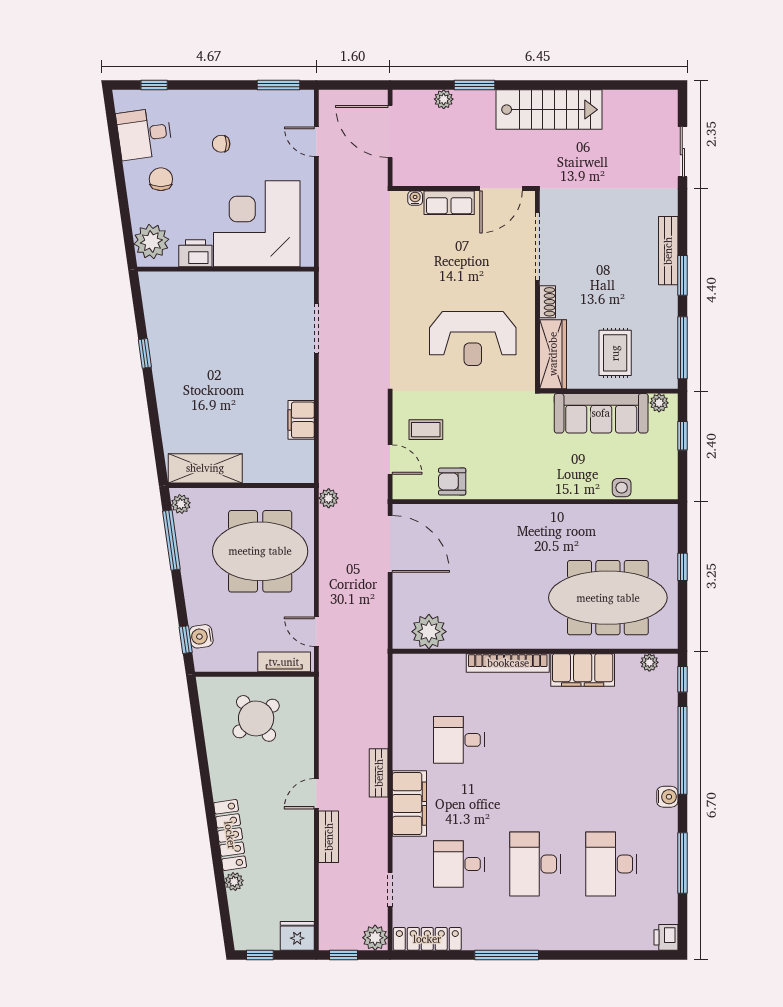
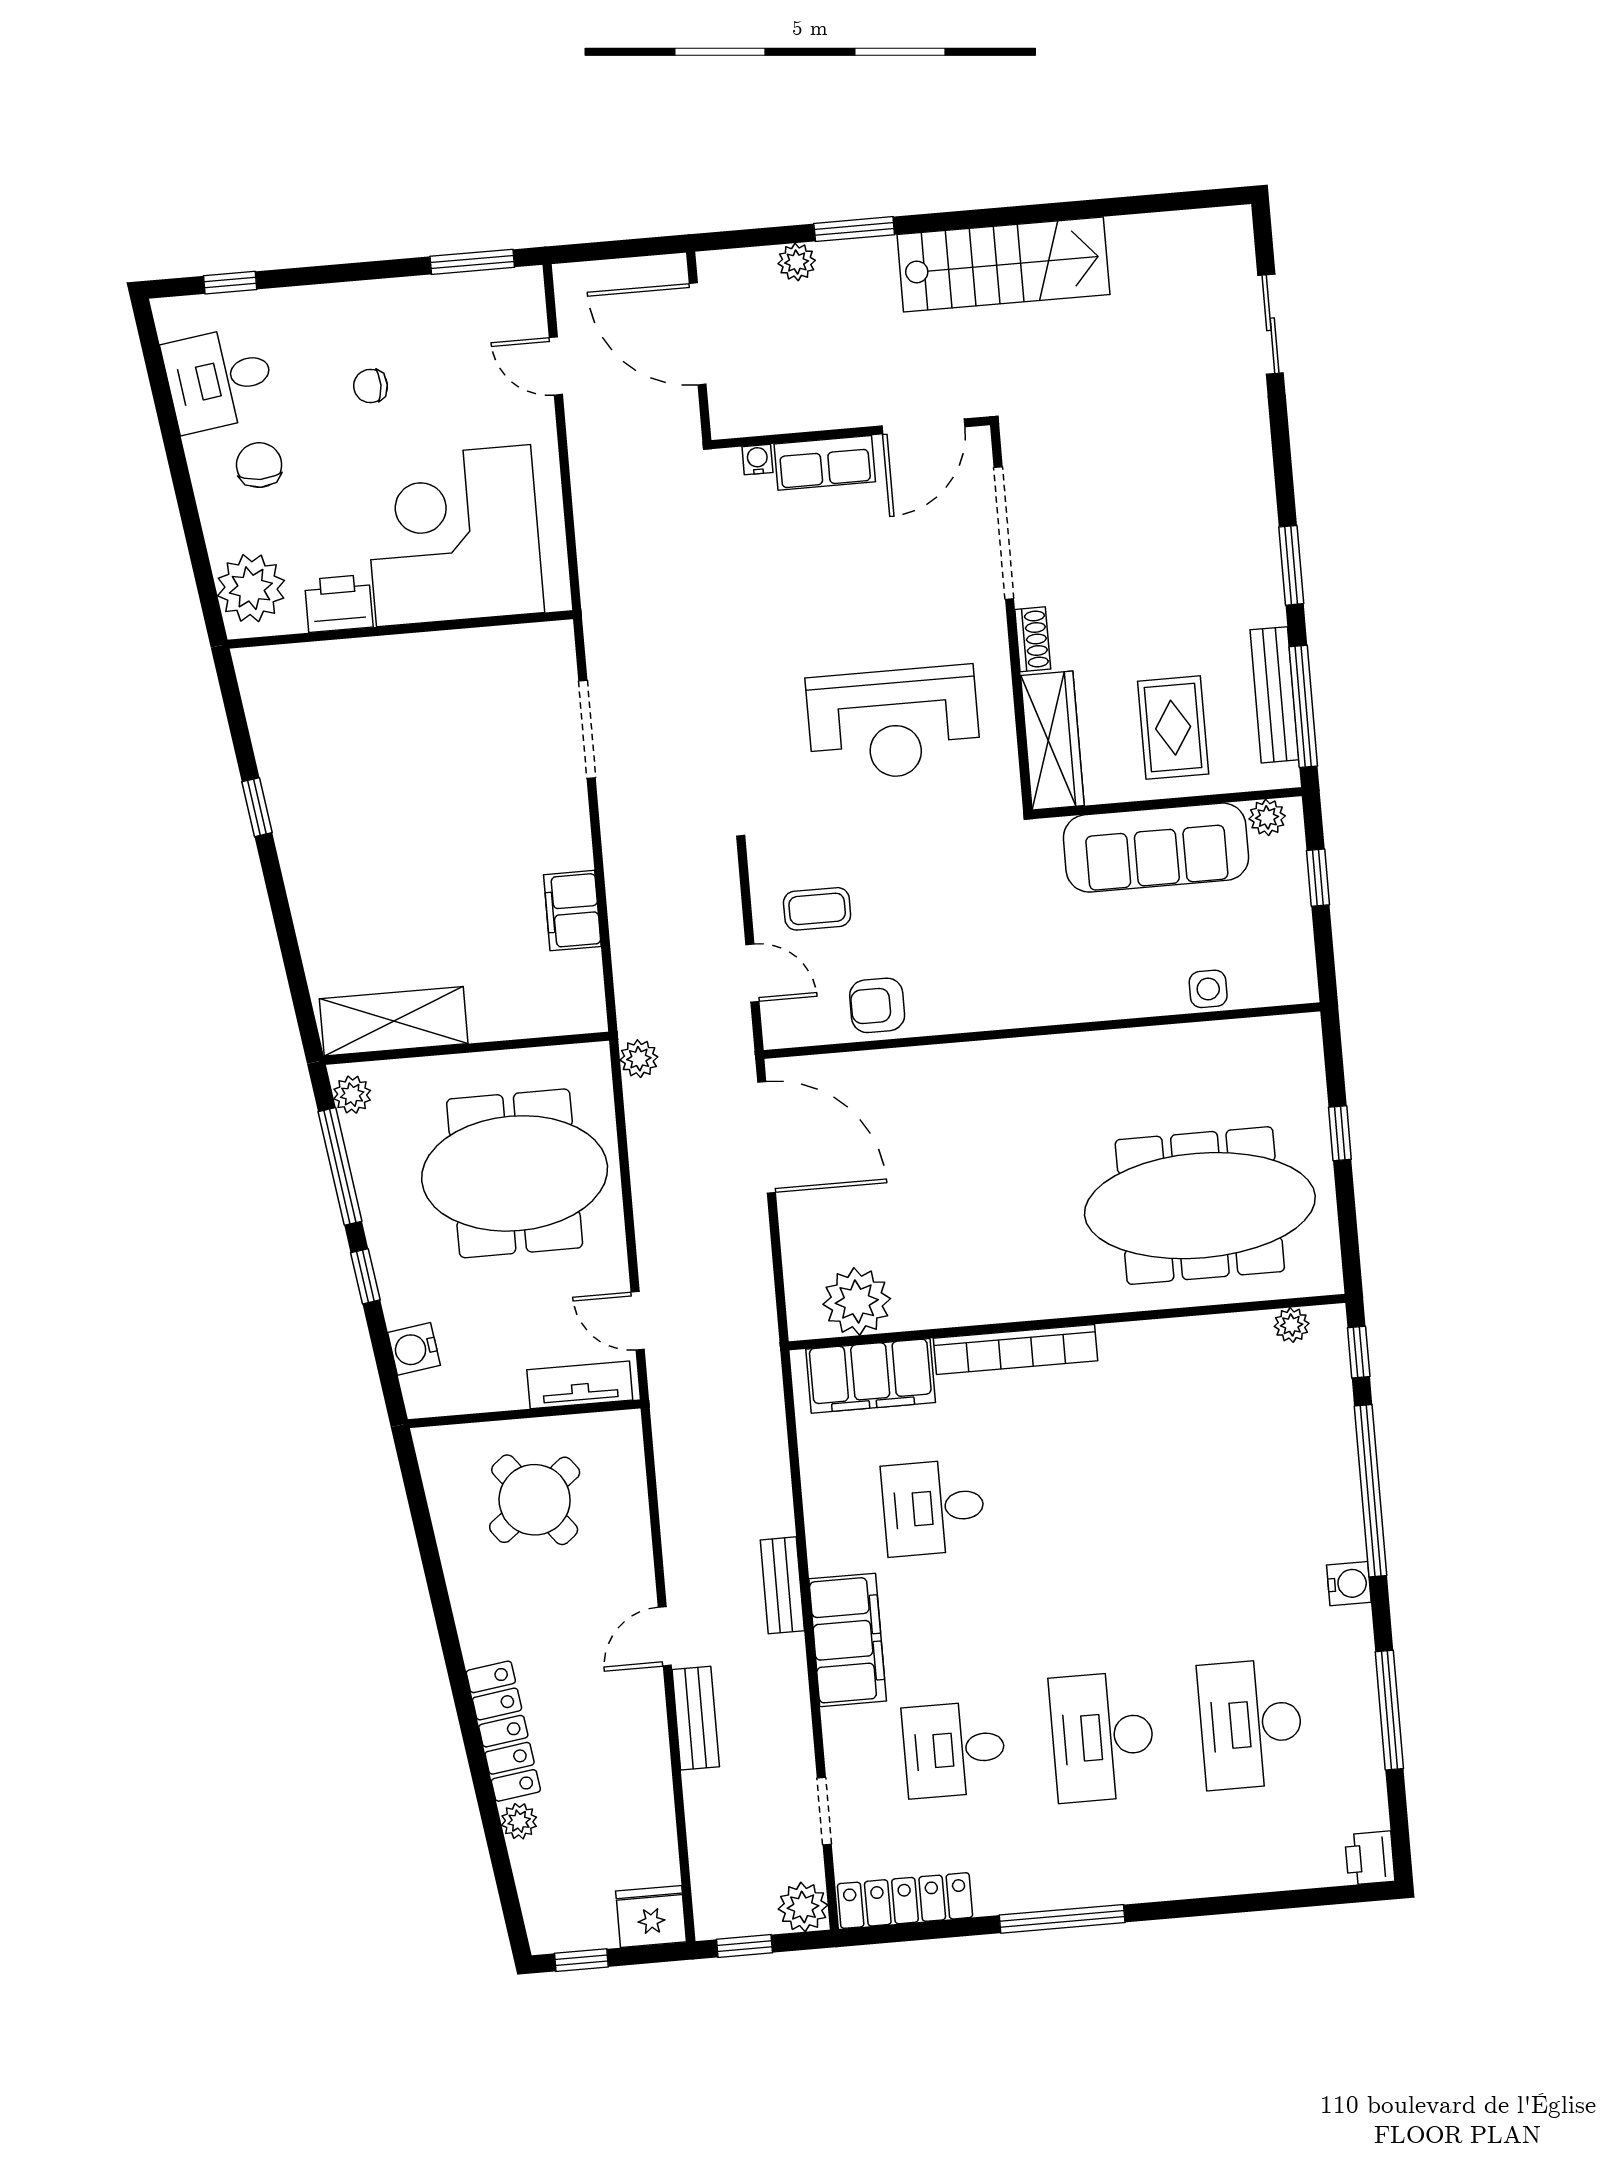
bench: (668, 251) -> (1274, 695), moved
window: (186, 640) -> (365, 1276), moved
filing cabinet: (583, 670) -> (871, 1376), moved

